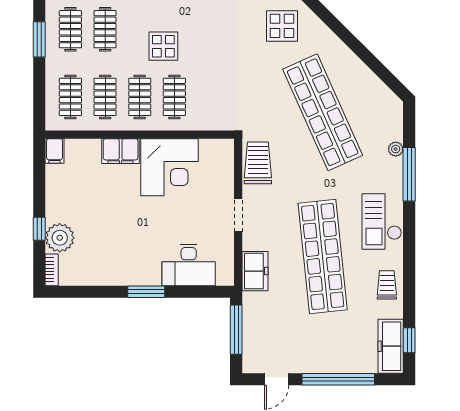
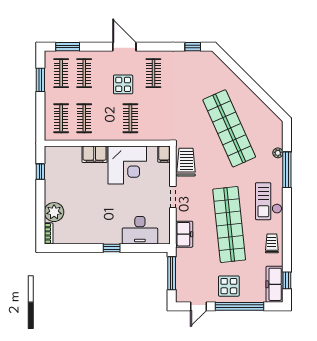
display table: (282, 26) -> (229, 286), moved
clothes rail: (140, 97) -> (153, 73), moved
filing cabinet: (55, 151) -> (164, 154), moved
window: (39, 229) -> (40, 172), moved
window: (146, 292) -> (112, 248), width x0.67

